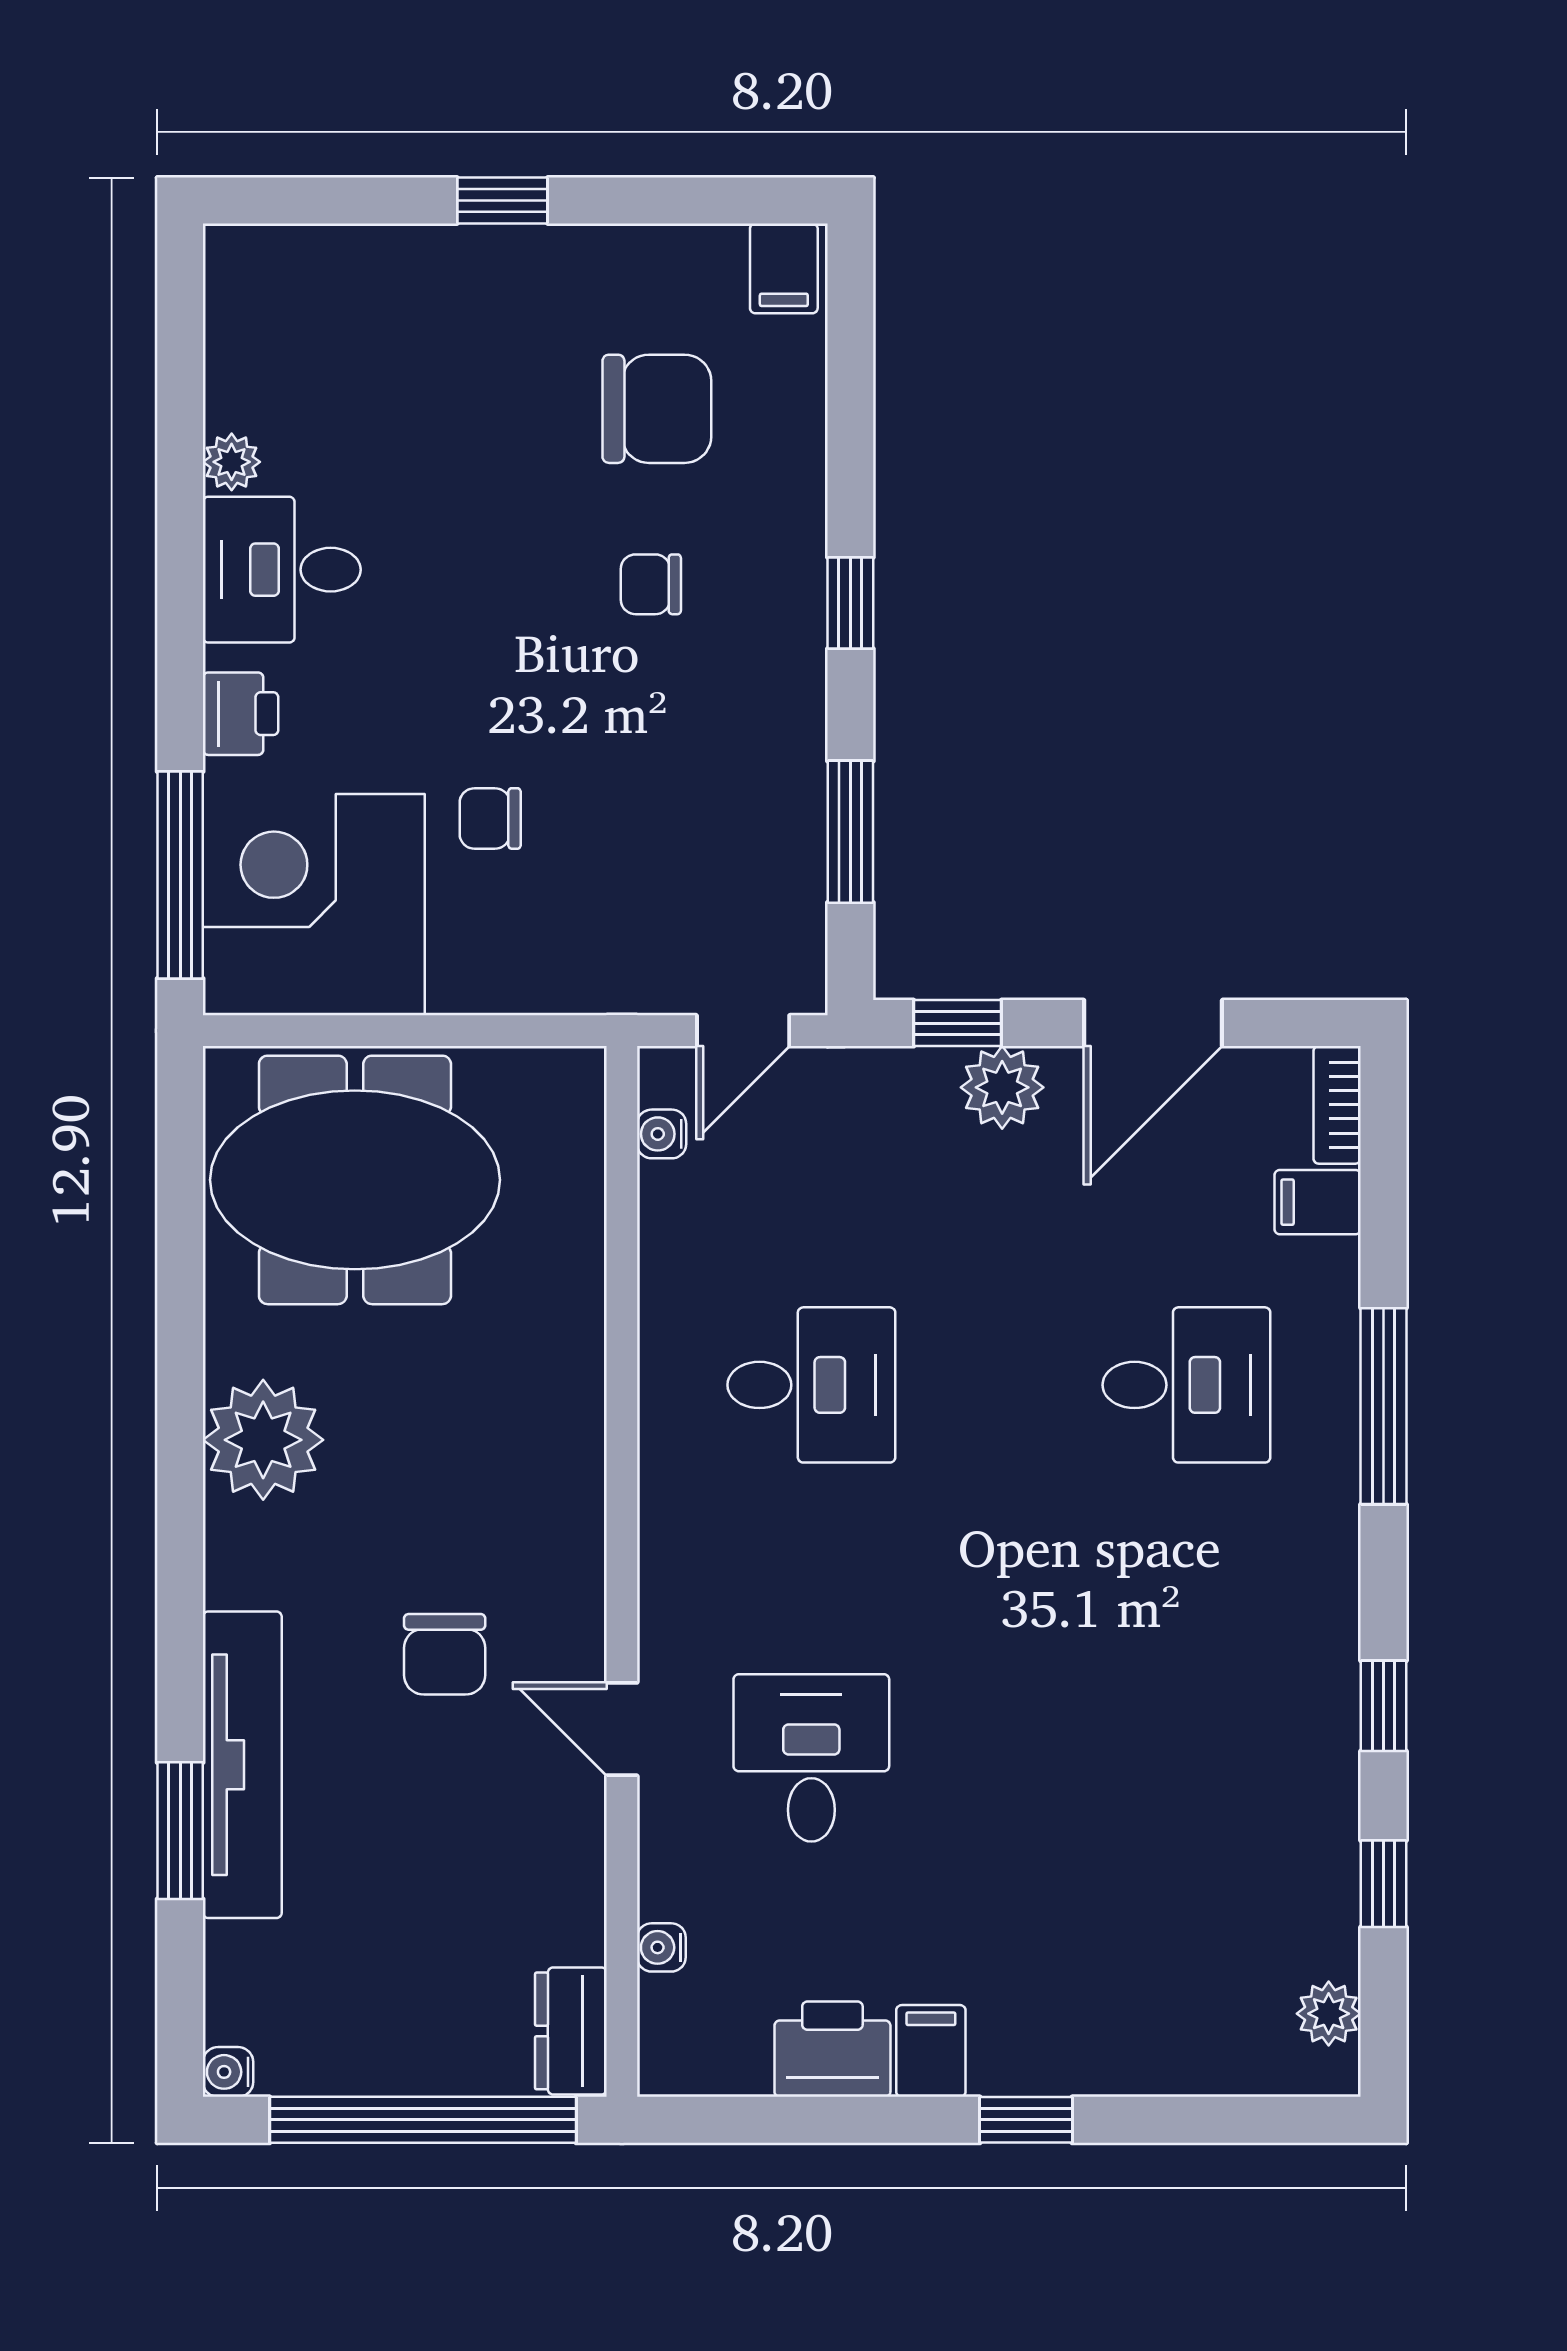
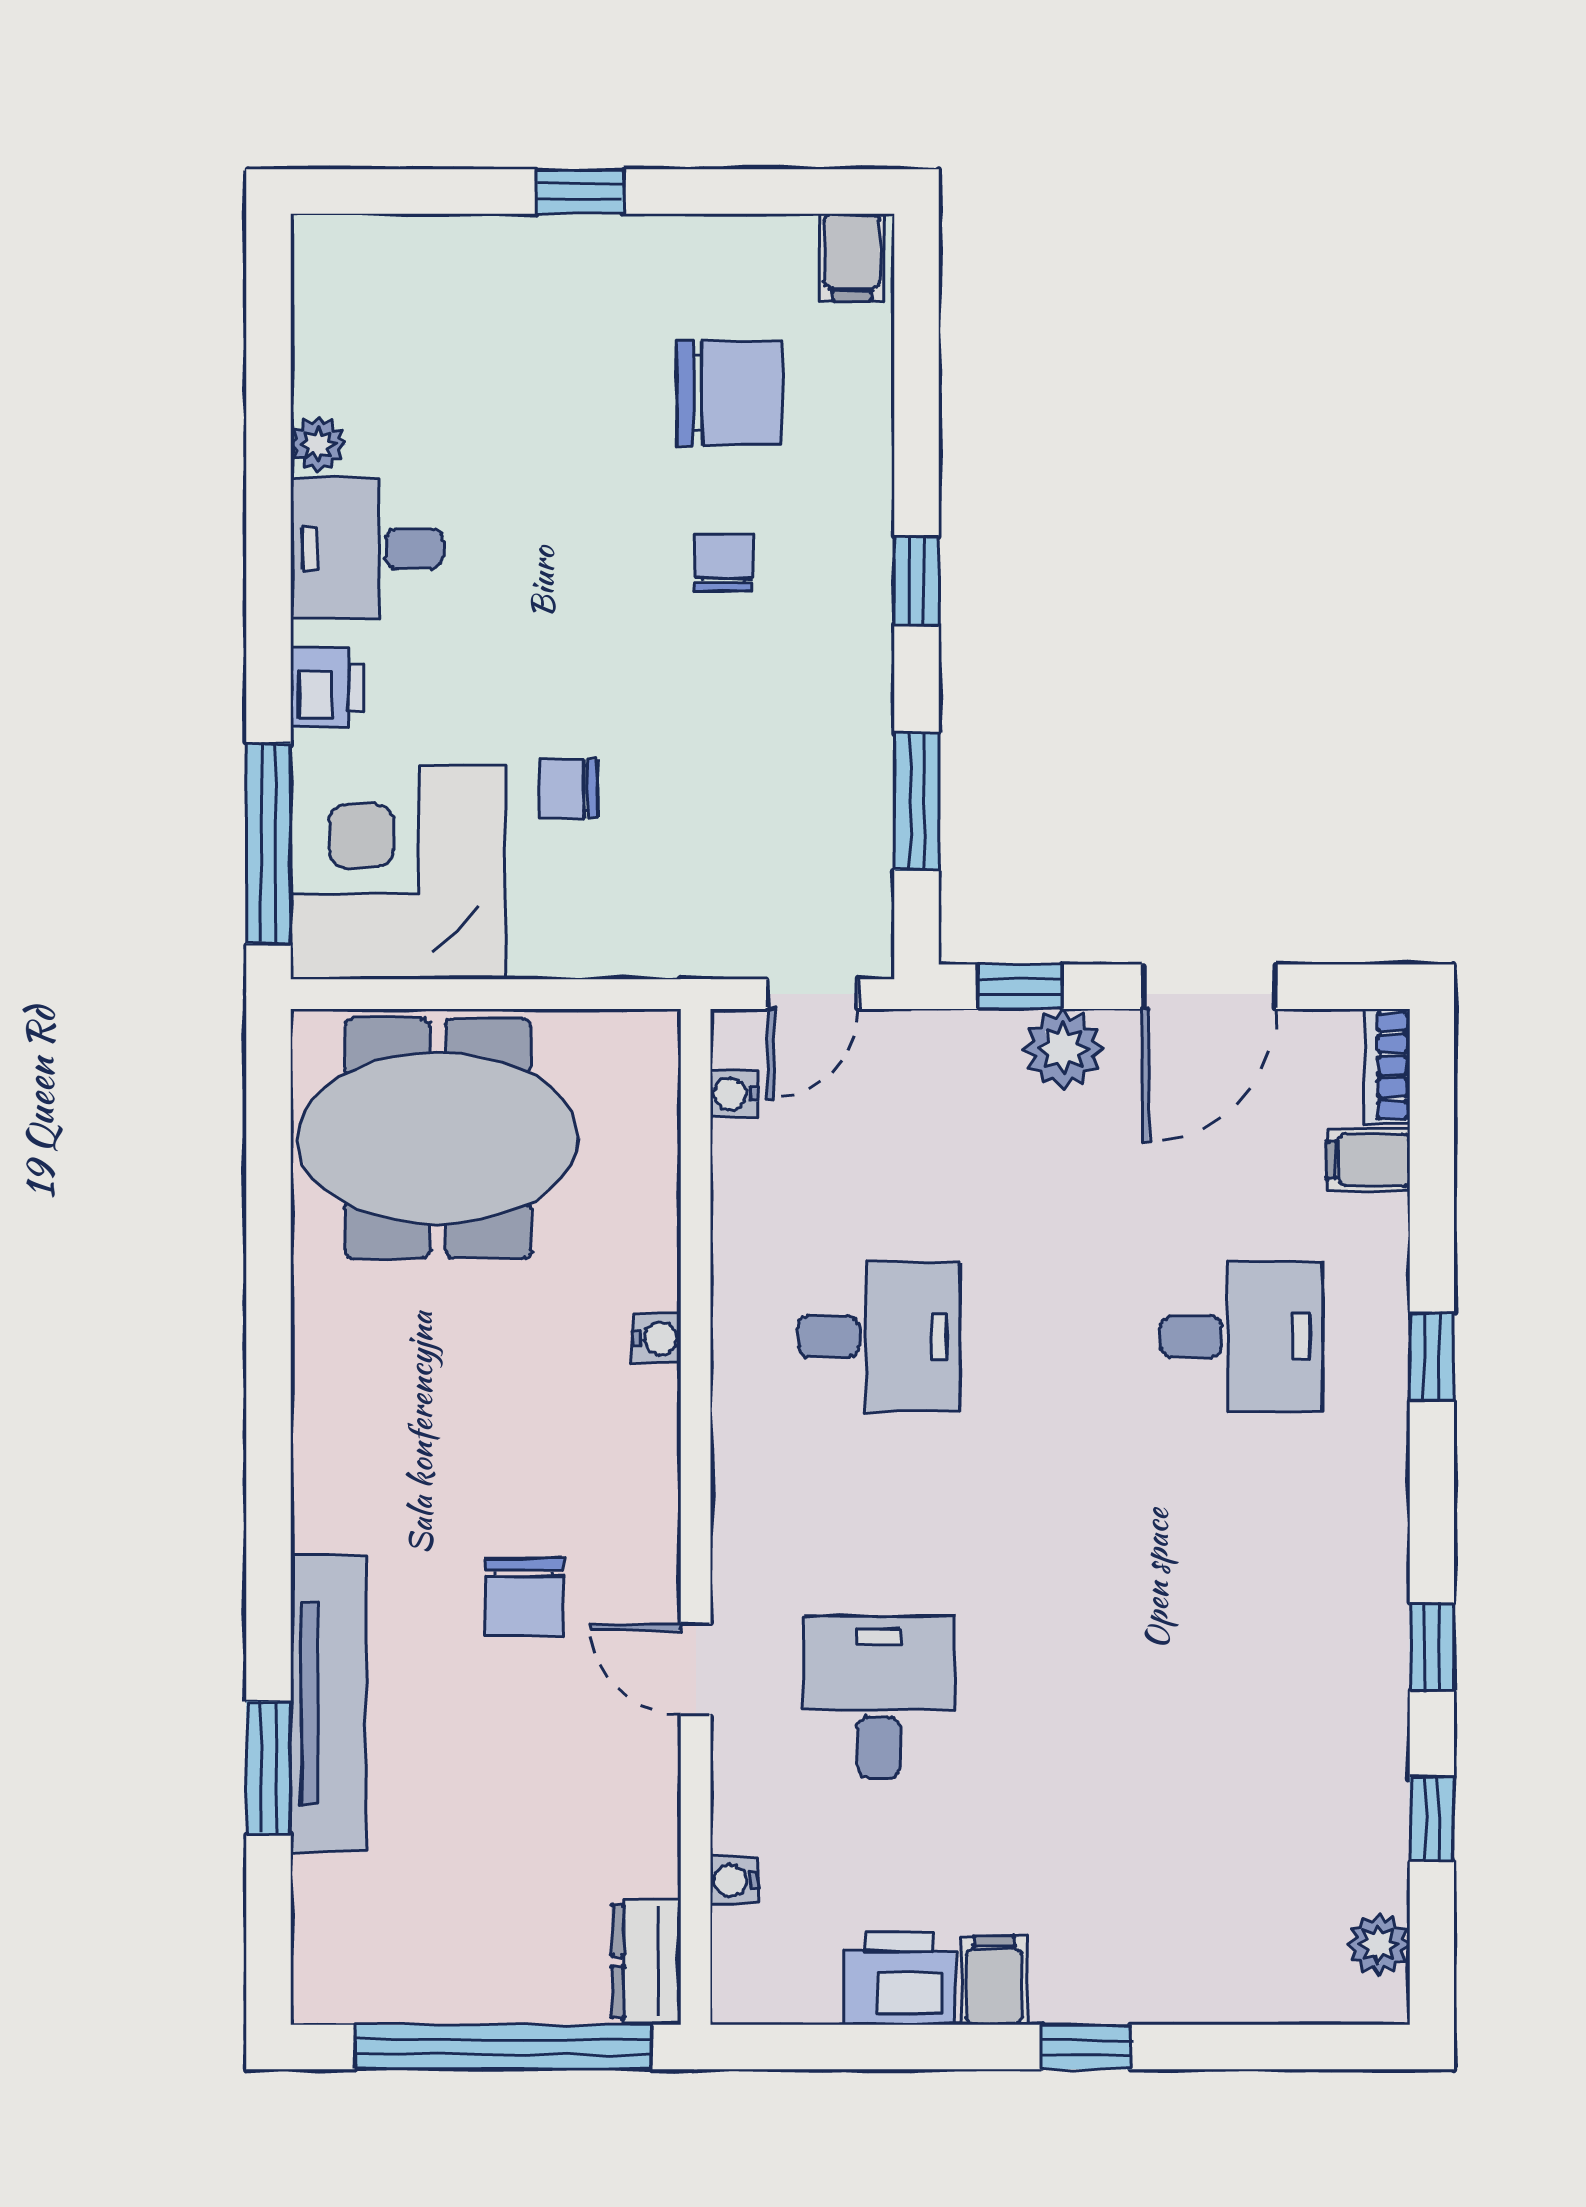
chair: (651, 584) -> (723, 563), turned 90
window: (1384, 1406) -> (1432, 1357), width x0.46
plant: (263, 1440) -> (349, 1390), removed
water cooler: (228, 2072) -> (657, 1339), moved, turned 180

